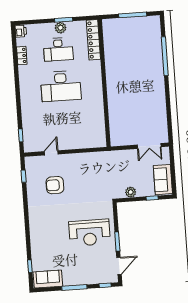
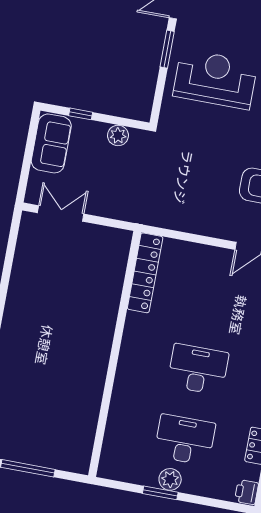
locker: (93, 40) -> (145, 273), moved
desk: (61, 86) -> (198, 369), width x0.73, depth x0.77

